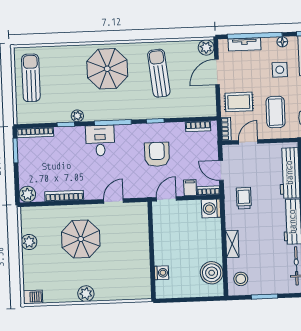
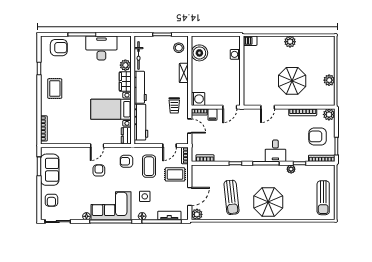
armchair: (157, 154) -> (318, 136), moved, turned 90
barbecue: (33, 297) -> (250, 41), moved

